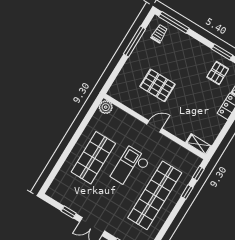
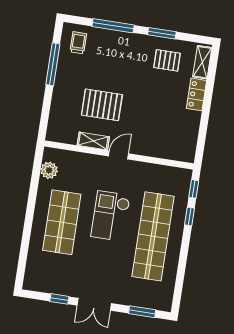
window: (174, 22) -> (113, 26), moved
pallet: (218, 73) -> (167, 60), turned 90
plant: (106, 107) -> (49, 170), moved
shelving: (199, 144) -> (93, 141), moved

